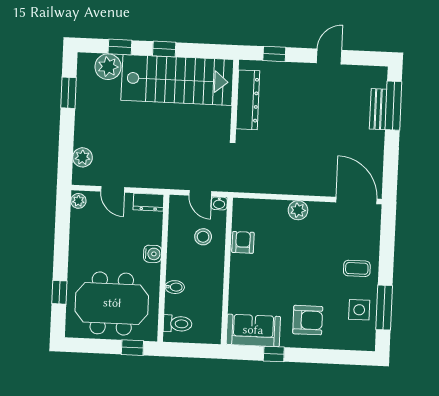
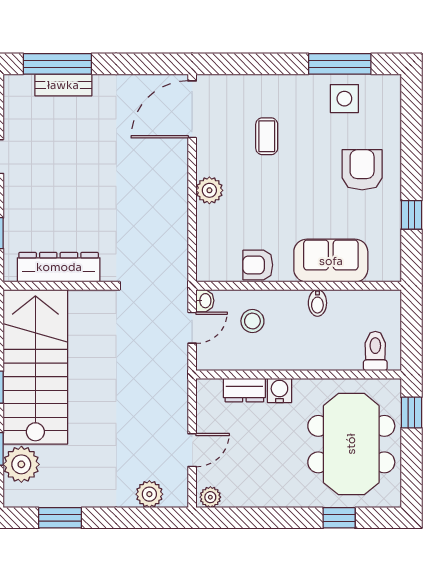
dresser: (148, 202) -> (244, 390), moved, turned 90
coffee table: (357, 268) -> (267, 136), moved
bidet: (175, 287) -> (317, 303), moved, turned 180
sofa: (253, 330) -> (331, 261), moved, turned 90

